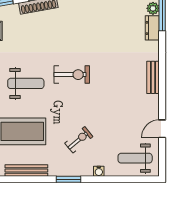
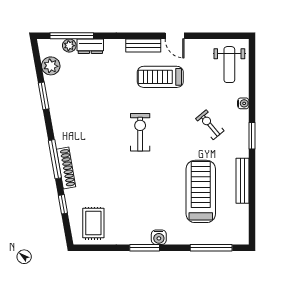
weight bench: (26, 83) -> (150, 181), removed
treadmill: (124, 93) -> (160, 77), added
door: (162, 129) -> (175, 36), moved

